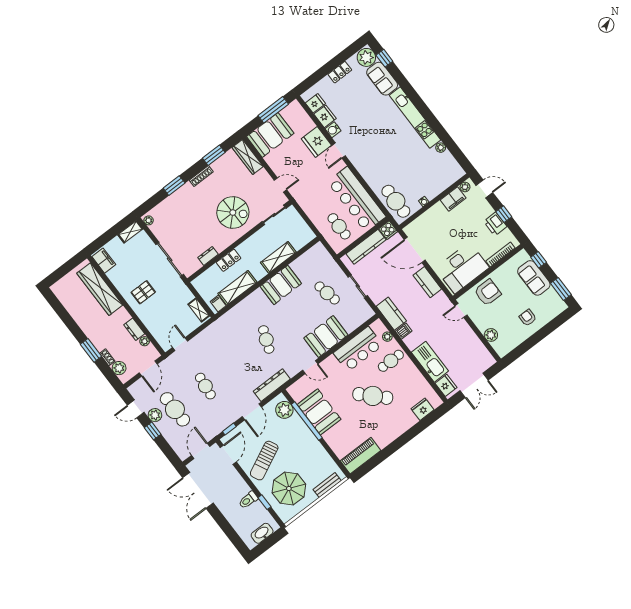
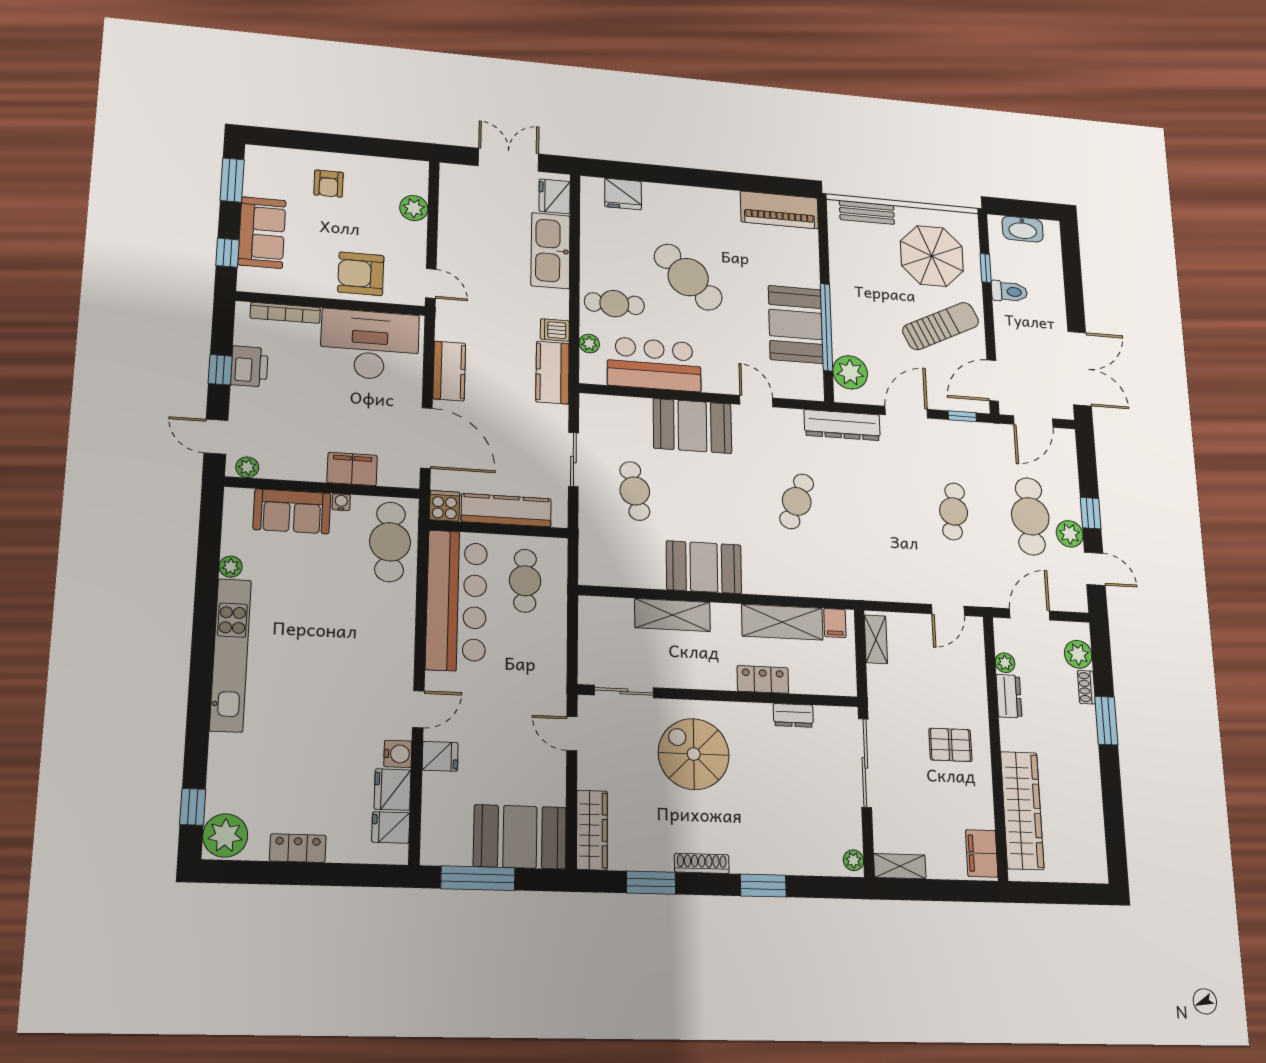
sofa: (382, 79) -> (292, 511), moved, turned 90
fridge: (316, 142) -> (440, 756), width x0.53, depth x0.75
filing cabinet: (453, 199) -> (352, 469), moved

